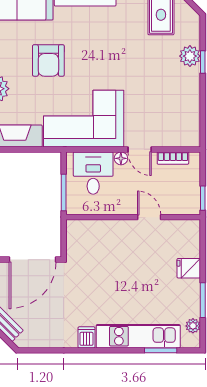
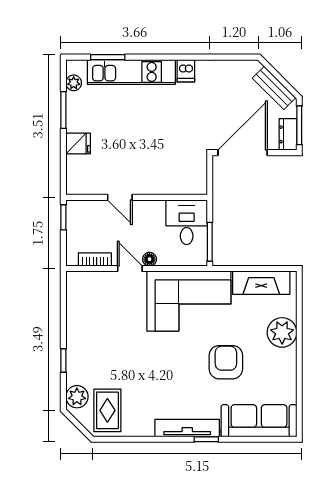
plant: (190, 56) -> (77, 397), moved
desk: (93, 173) -> (187, 222), moved, turned 180
window: (64, 192) -> (210, 242), moved

